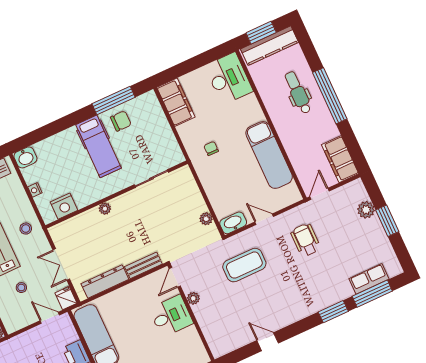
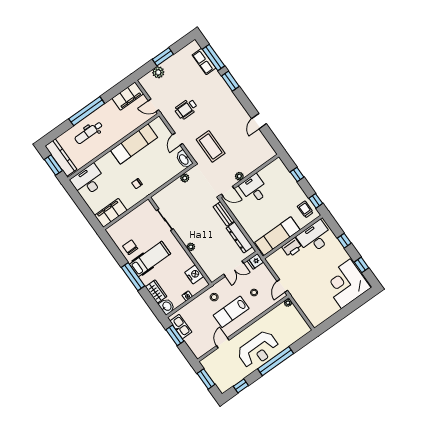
window: (114, 100) -> (133, 277), moved
wardrobe: (50, 146) -> (156, 292), added
door: (50, 318) -> (282, 286), moved

